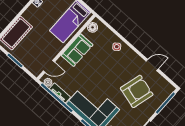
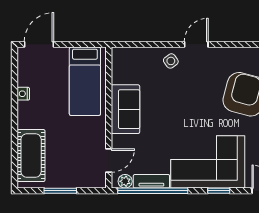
floor lamp: (93, 27) -> (119, 64), removed
door: (152, 65) -> (196, 44), moved

